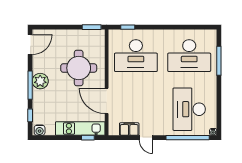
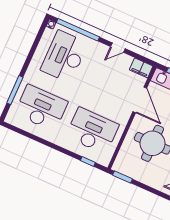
desk: (189, 109) -> (64, 56), turned 180
filing cabinet: (129, 129) -> (141, 68), moved
door: (146, 138) -> (118, 48), swing flipped

